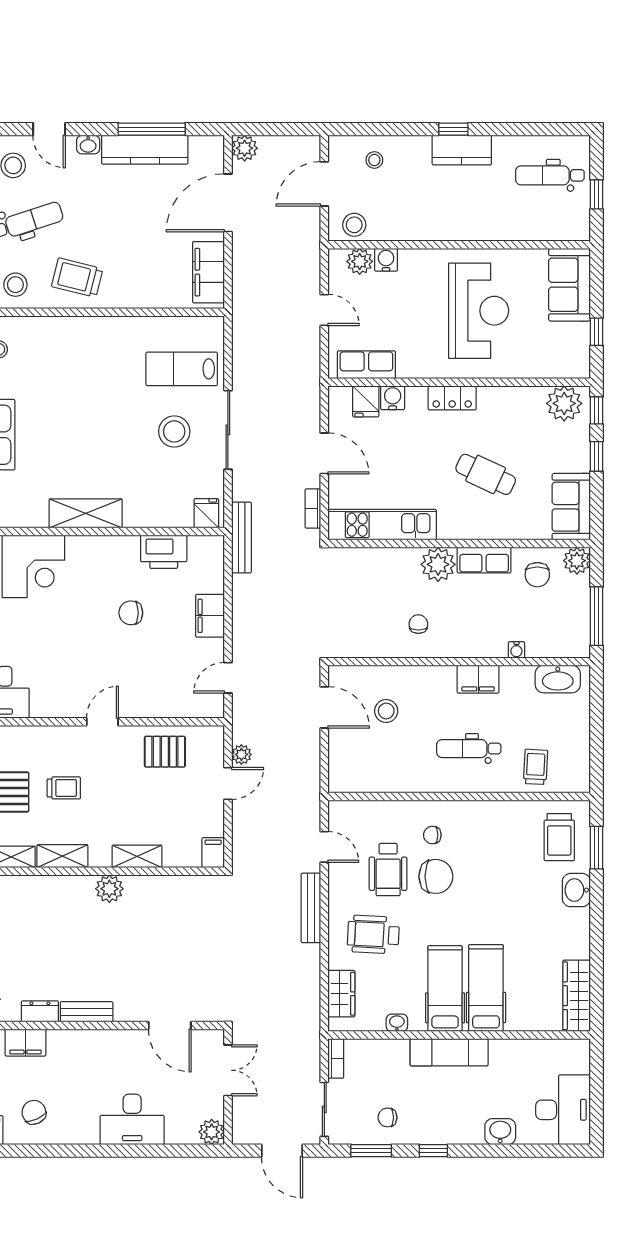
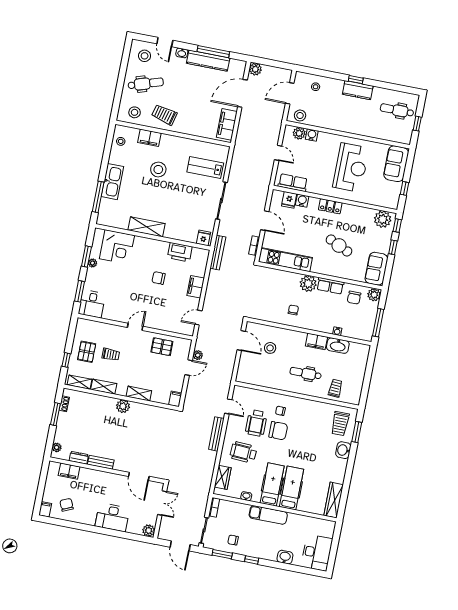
filing cabinet: (56, 331) -> (149, 138), added
stool: (174, 431) -> (158, 170), moved
washbasin: (558, 679) -> (338, 346), moved

